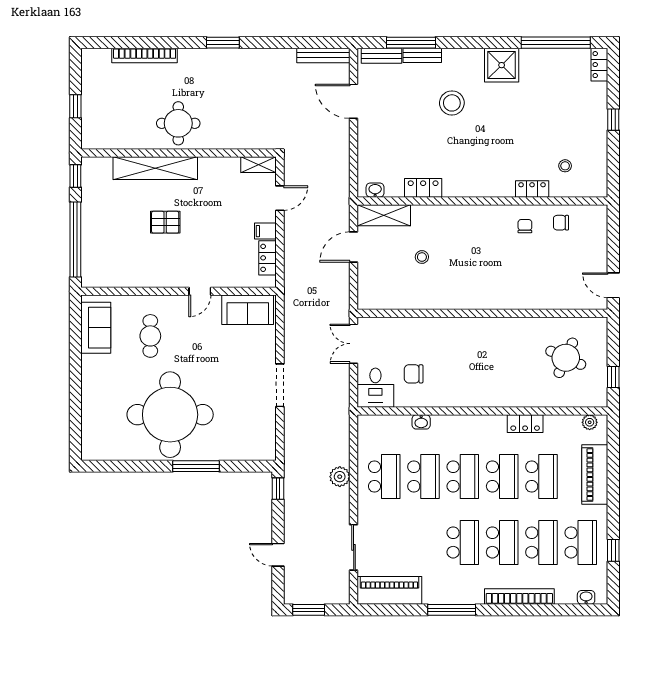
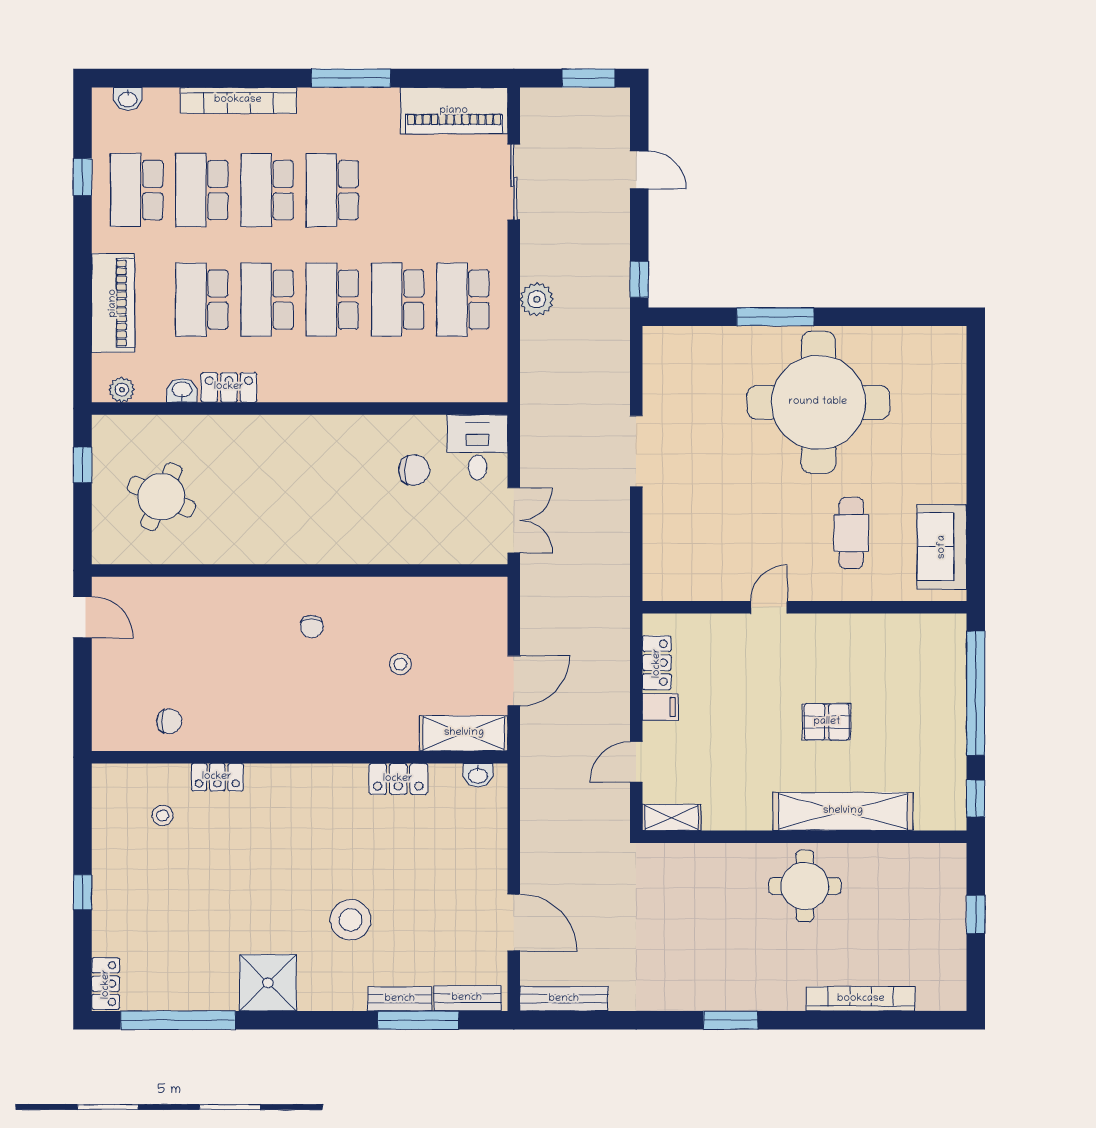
chair: (525, 226) -> (312, 627), moved
sofa: (248, 310) -> (689, 576), removed
washbasin: (421, 422) -> (182, 390), moved

